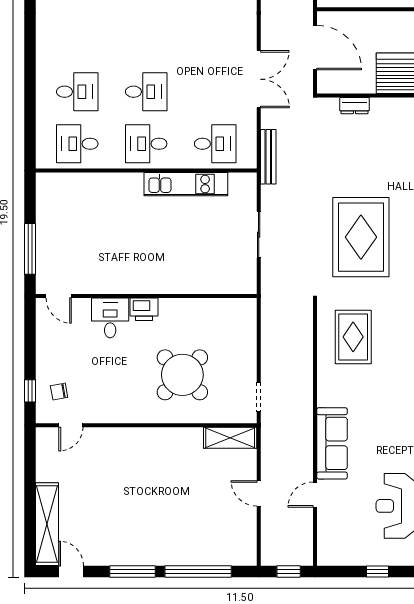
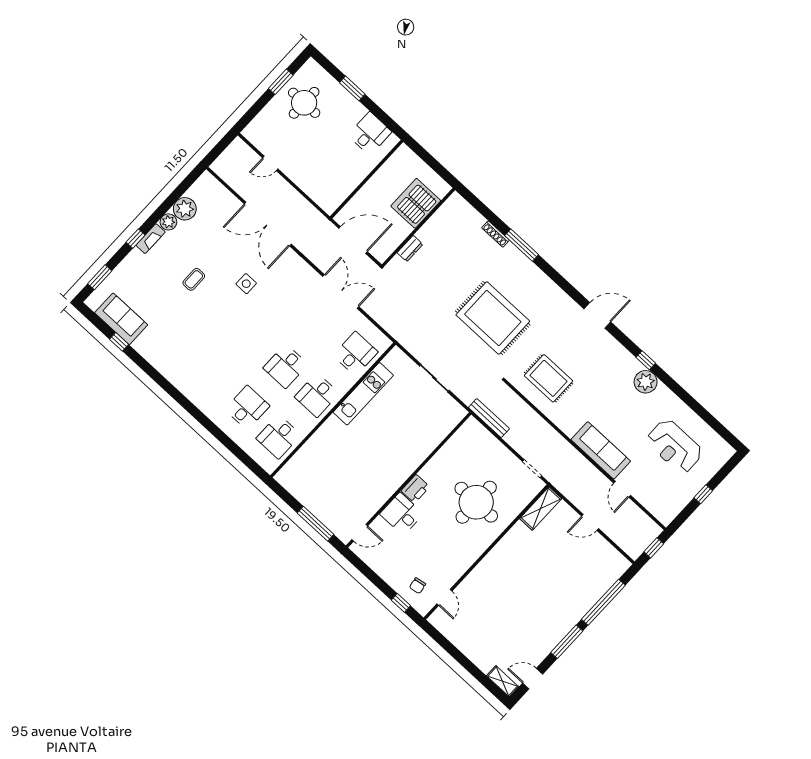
desk: (146, 92) -> (286, 366), turned 180
bench: (268, 157) -> (489, 418), moved
round table: (182, 375) -> (476, 502), turned 45
shelving: (47, 524) -> (503, 681), width x0.45, depth x0.75

